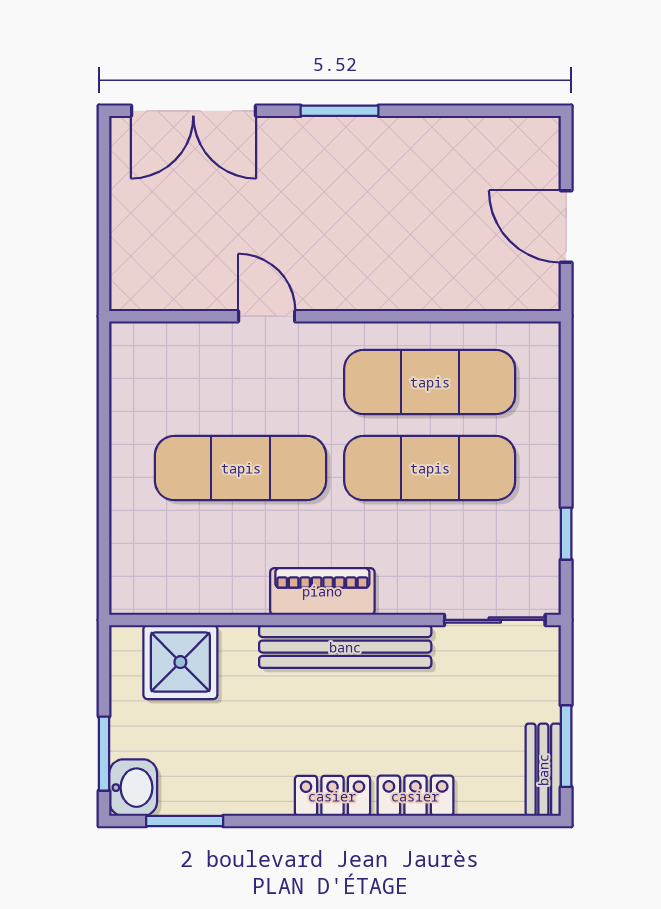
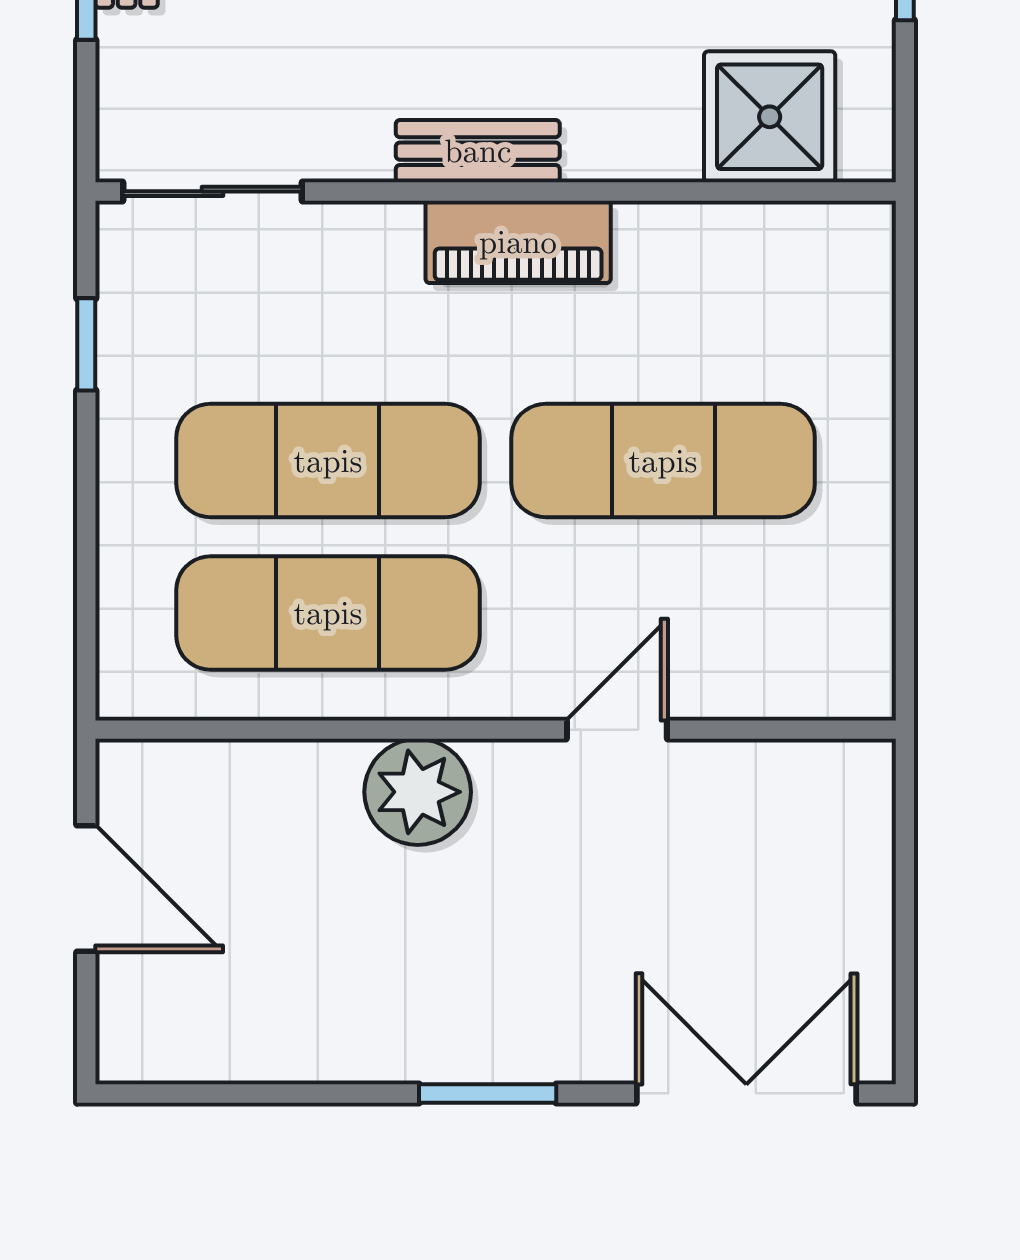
plant: (379, 281) -> (418, 792), added
door: (267, 316) -> (617, 730), swing flipped
bench: (345, 647) -> (478, 151), width x0.54, depth x0.82

